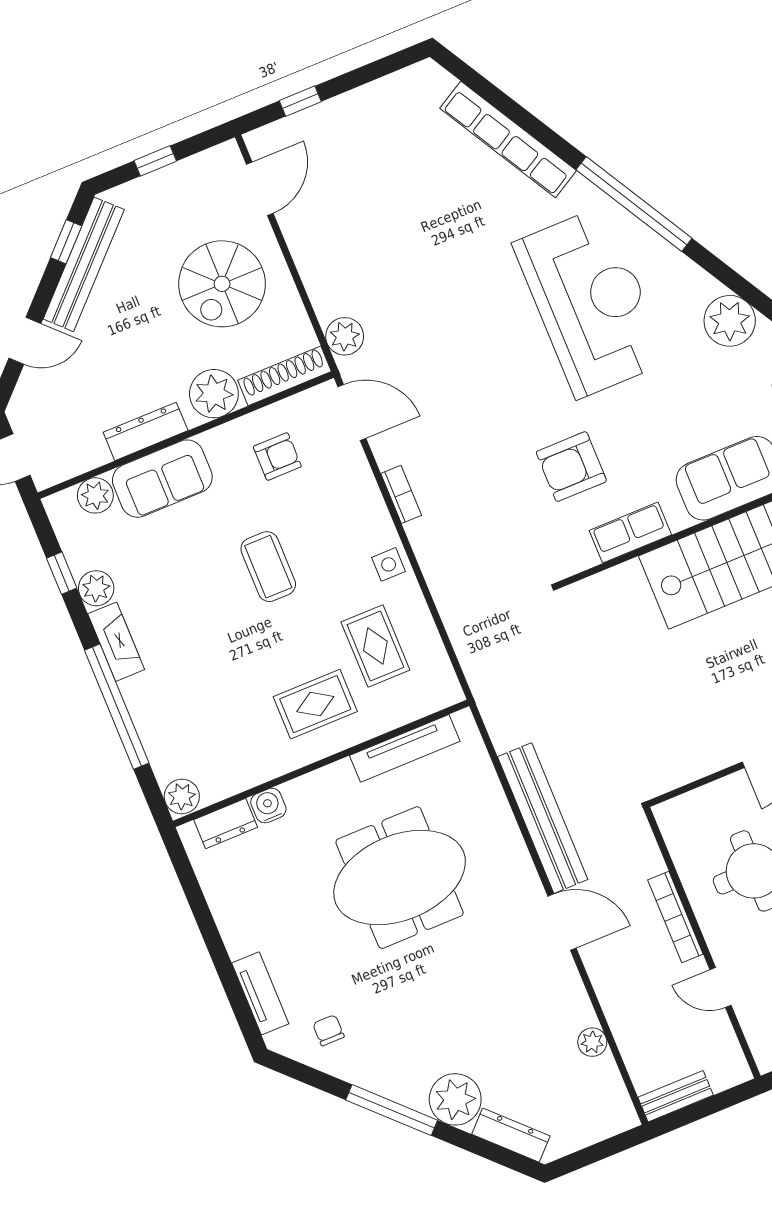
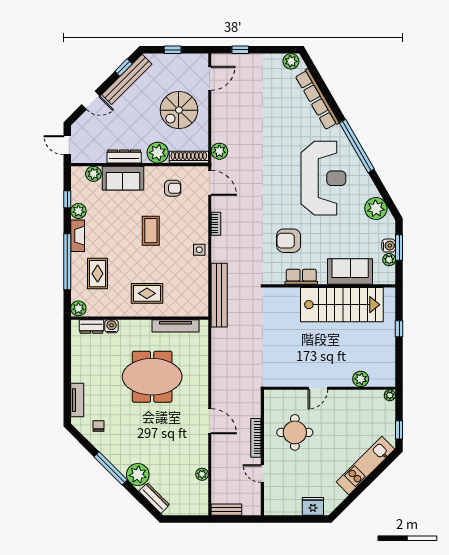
plant: (419, 81) -> (291, 61), added
rug: (375, 646) -> (98, 274), moved
bench: (543, 818) -> (219, 295), moved

